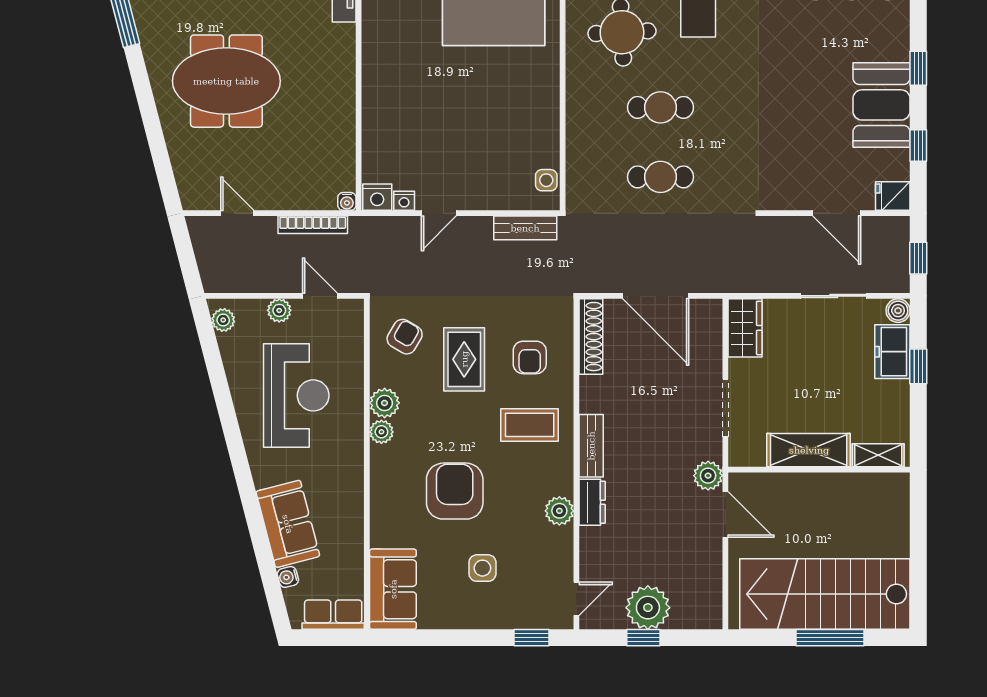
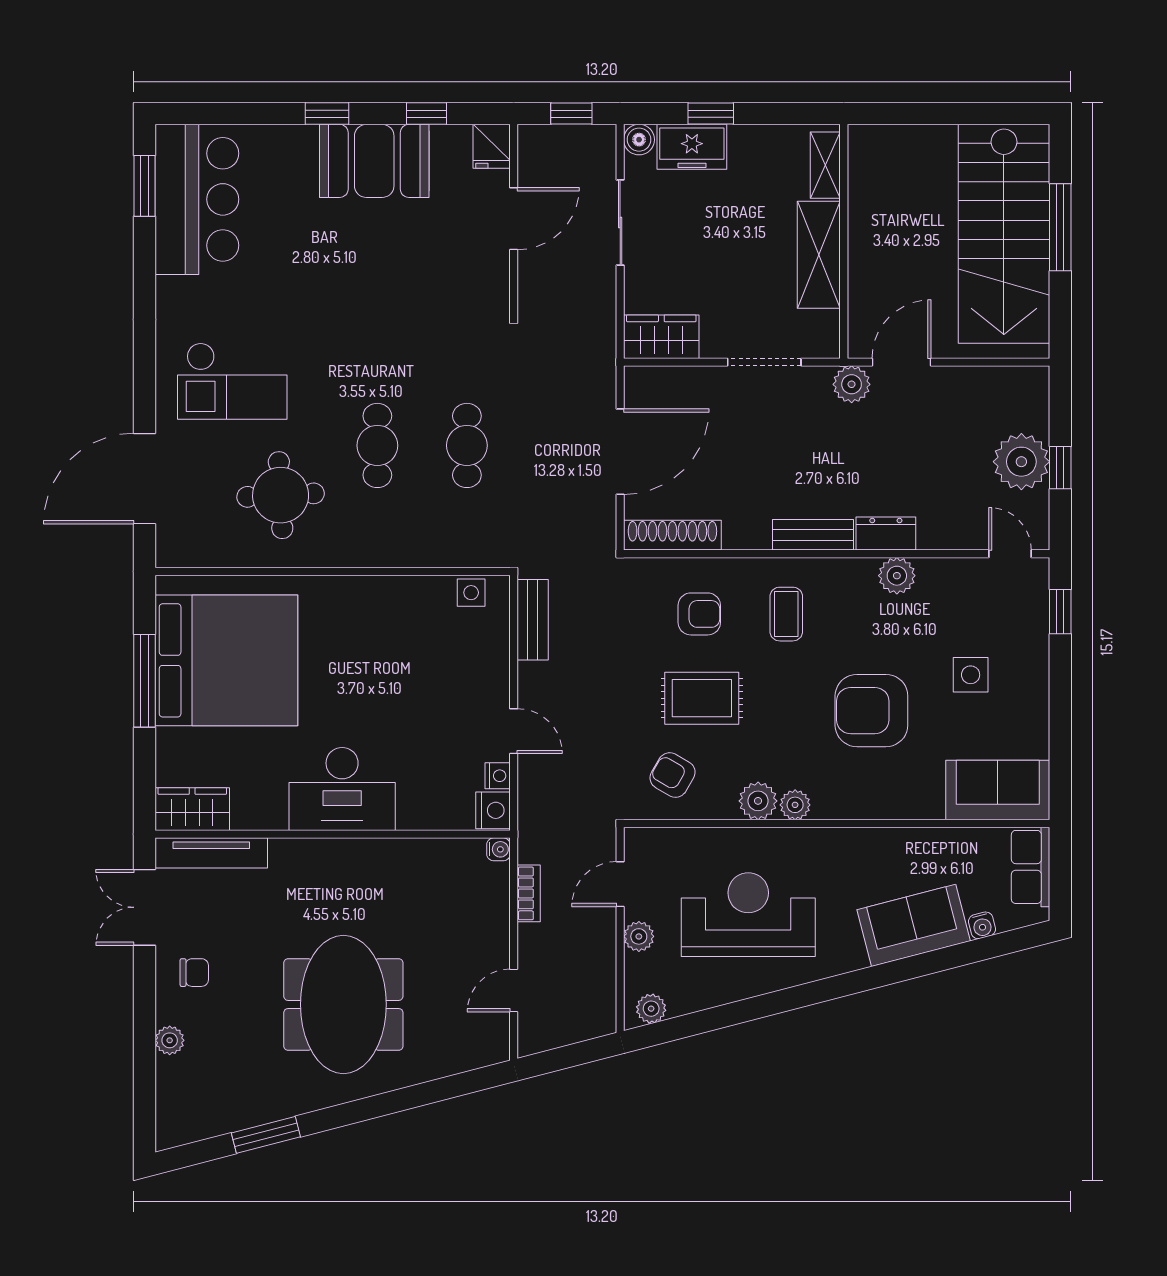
desk: (394, 80) -> (342, 789), added
bookcase: (313, 225) -> (529, 893), width x0.64
coffee table: (530, 425) -> (786, 614), width x0.73, depth x0.77

